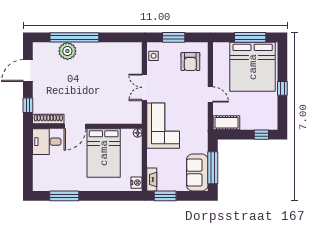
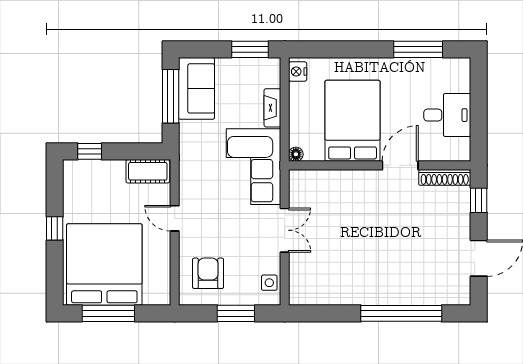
plant: (67, 51) -> (413, 291), removed
desk: (47, 142) -> (447, 115), moved
fireplace: (152, 179) -> (272, 108), moved

